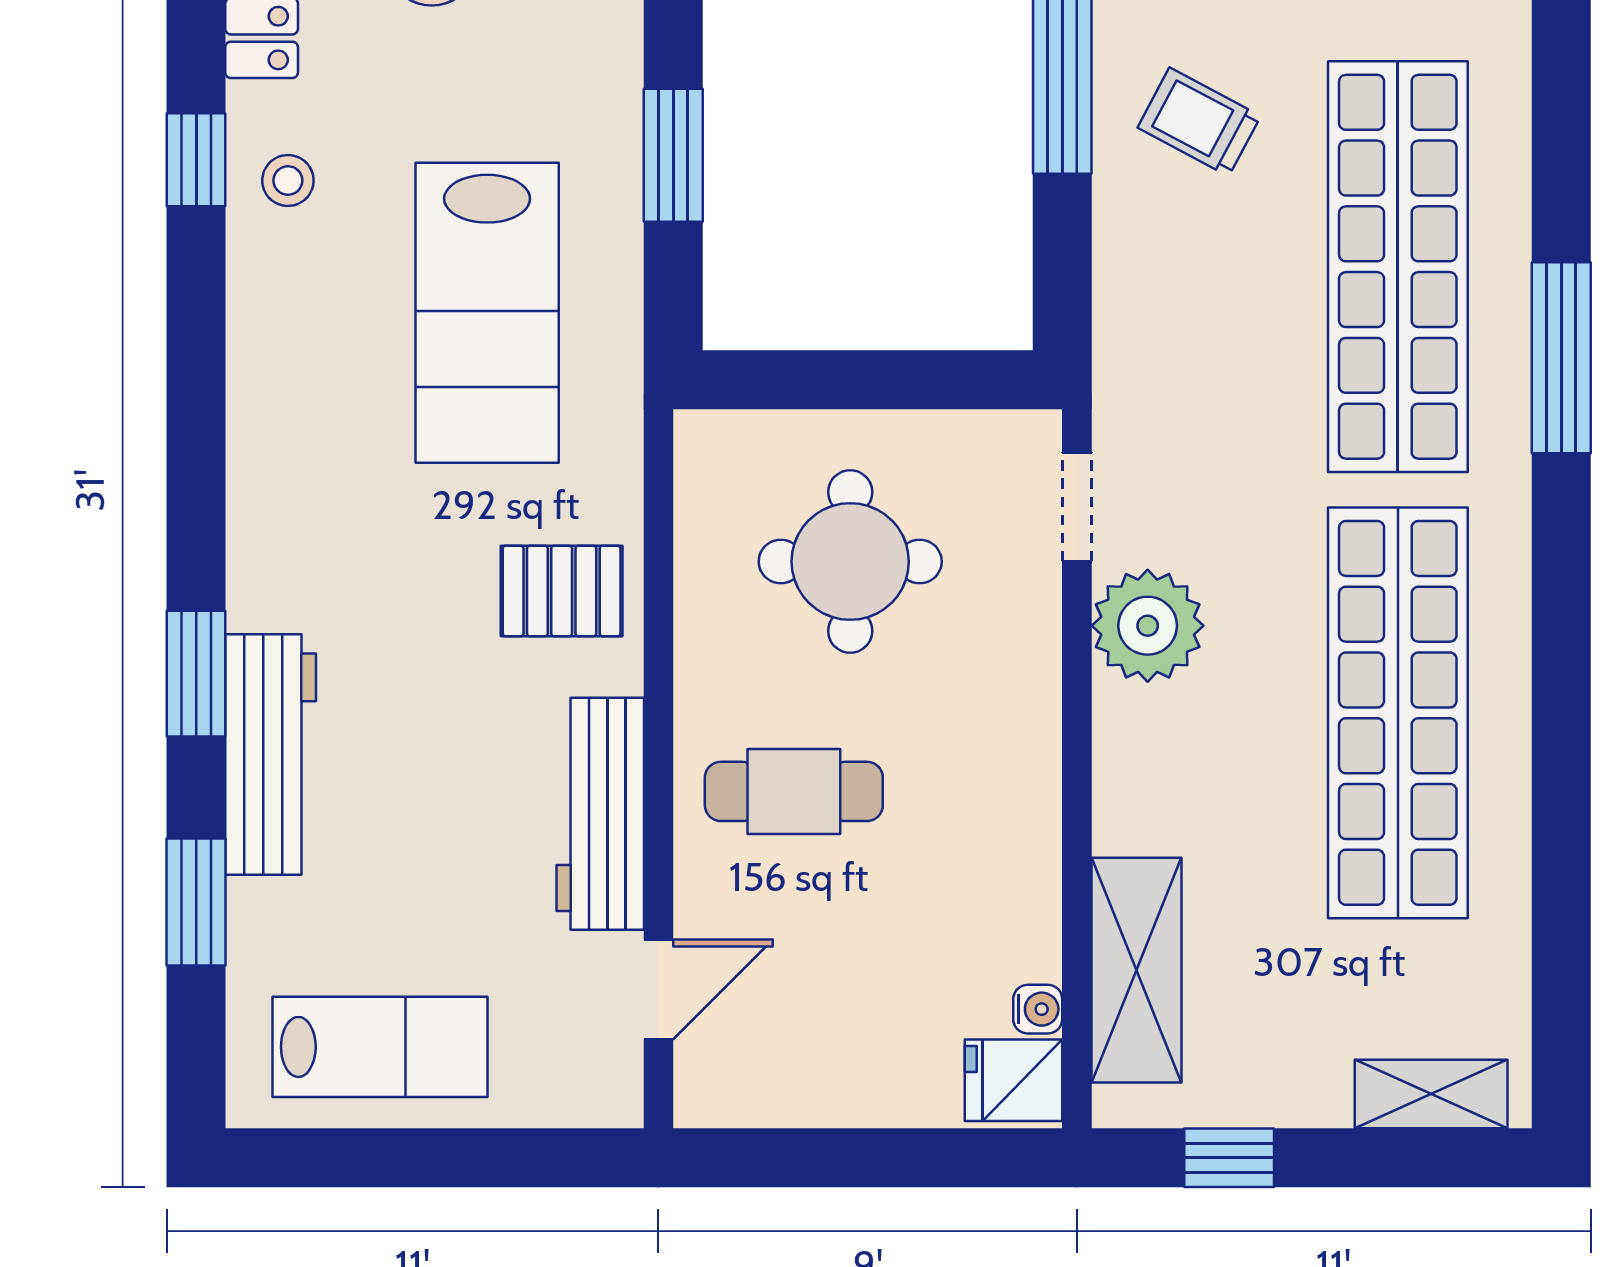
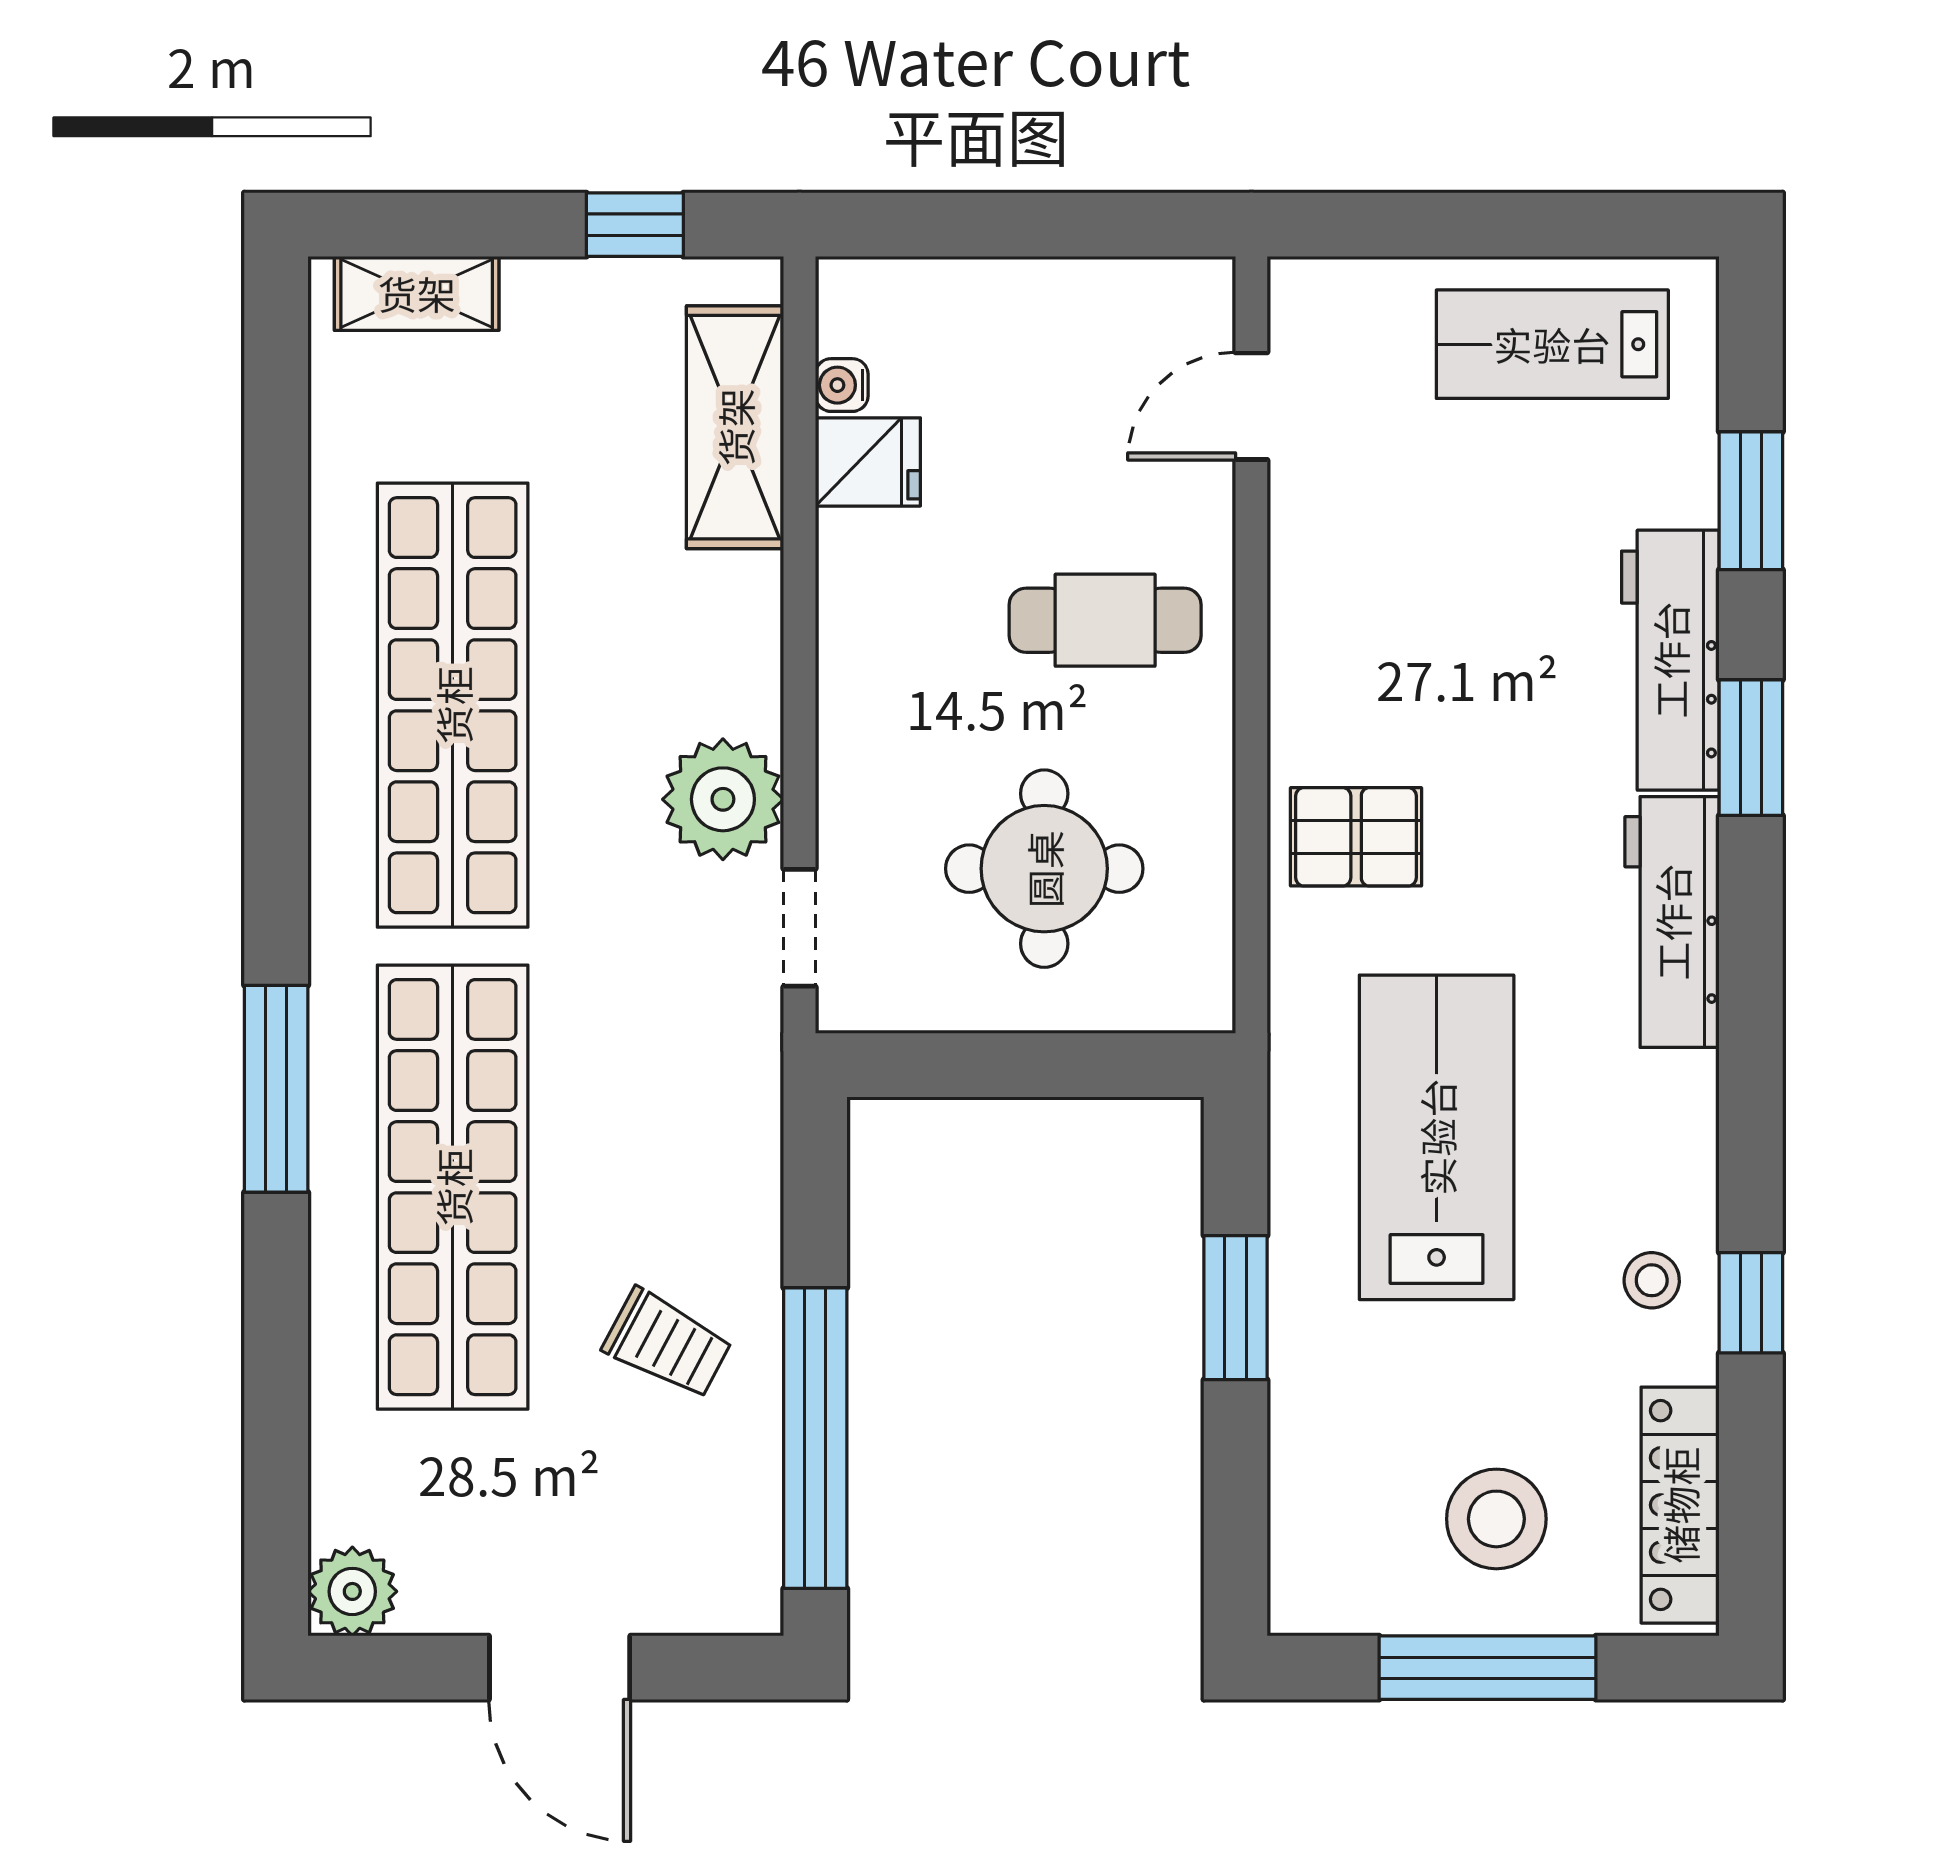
workbench: (600, 814) -> (1672, 922), moved, turned 180
fridge: (1014, 1080) -> (868, 462), moved

